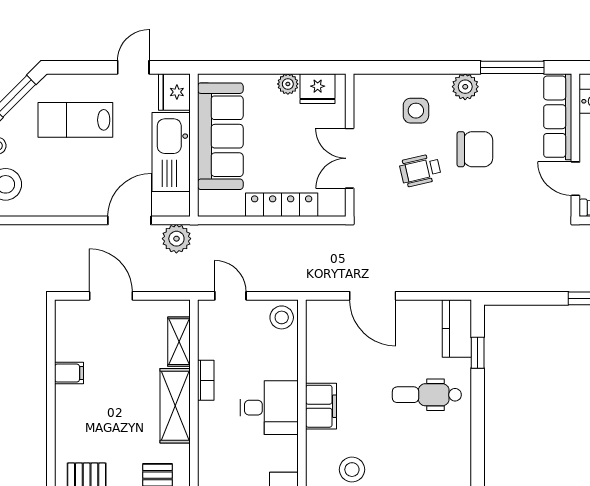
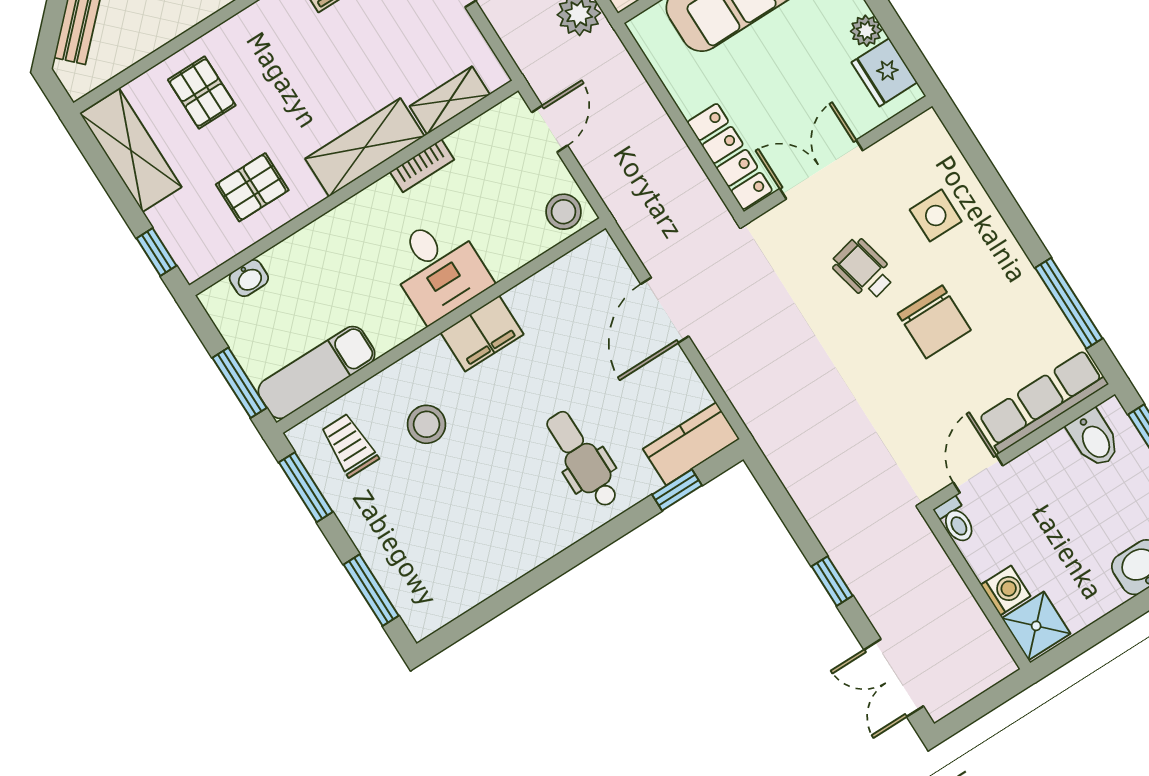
plant: (465, 87) -> (1006, 259), removed
locker: (282, 205) -> (730, 156), moved

